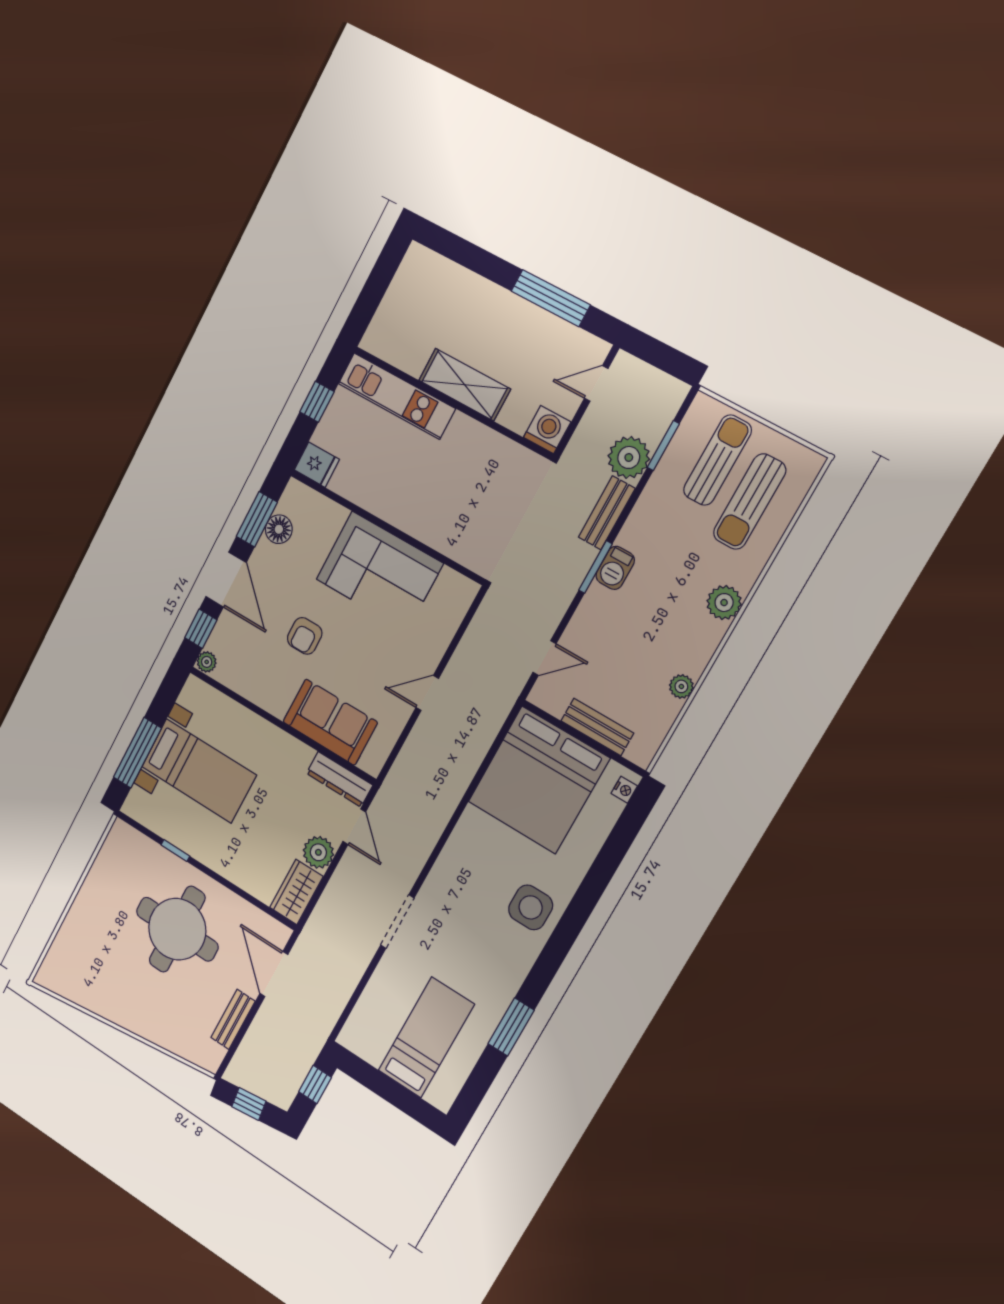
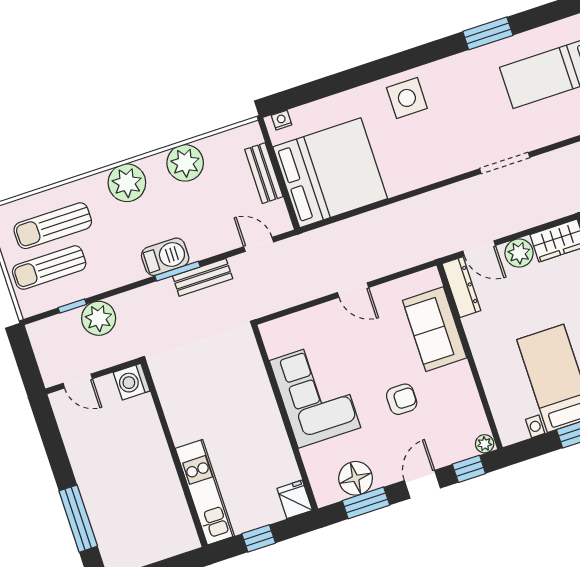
window: (551, 298) -> (78, 519), moved
shelving: (464, 385) -> (157, 458), removed
window: (663, 446) -> (72, 306), width x0.67
sun lounger: (750, 502) -> (53, 226), turned 180
bench: (607, 513) -> (203, 277), moved
floor lamp: (279, 529) -> (356, 478), width x1.38, depth x1.38
barbecue: (615, 568) -> (165, 257), width x1.38, depth x1.27
door: (226, 580) -> (422, 484), width x0.73
plant: (724, 603) -> (127, 183), width x1.36, depth x1.36
plant: (681, 686) -> (185, 163), width x1.87, depth x1.87
door: (354, 827) -> (479, 248), swing flipped

